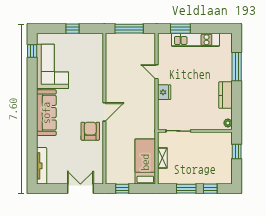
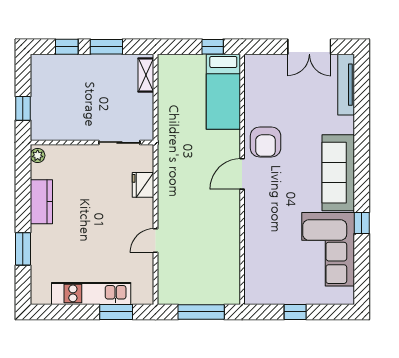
window: (32, 51) -> (362, 223), moved
window: (237, 67) -> (23, 249), width x0.69
door: (157, 72) -> (156, 241), swing flipped
fridge: (164, 92) -> (143, 185), moved
shelving: (162, 158) -> (146, 75), moved
bed: (145, 162) -> (223, 92), moved
double door: (80, 189) -> (309, 47), moved

